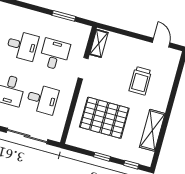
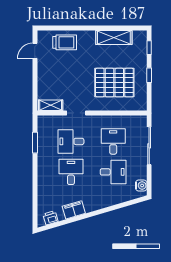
trolley: (140, 81) -> (65, 42), moved
pallet: (104, 118) -> (114, 83), turned 90

